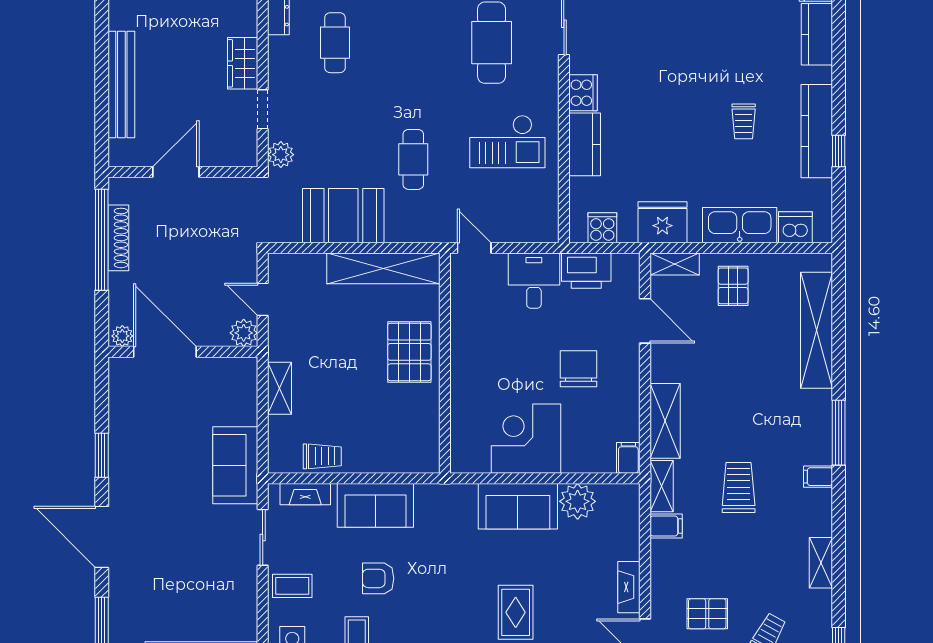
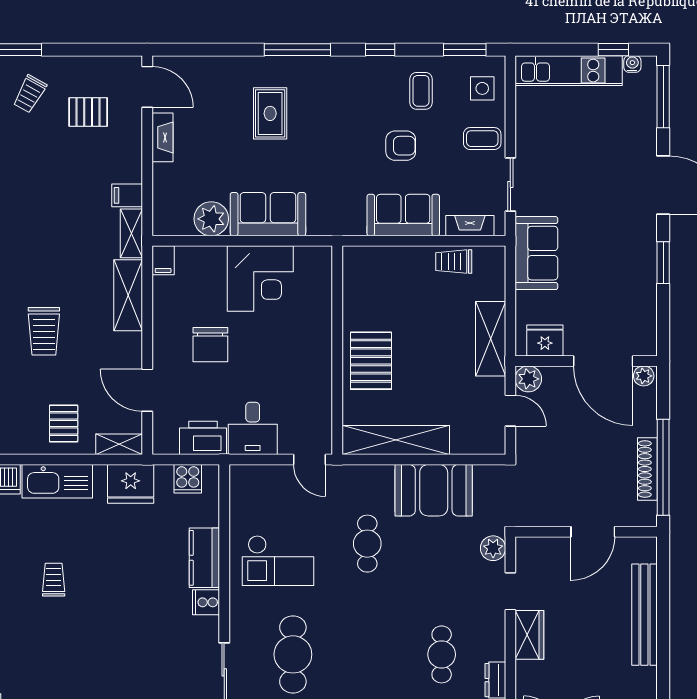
cooker: (583, 93) -> (206, 602), width x0.73
checkout: (507, 142) -> (278, 561), turned 180
fridge: (226, 373) -> (545, 341), added
shelving: (279, 388) -> (491, 339), width x1.50, depth x1.33
trolley: (739, 488) -> (44, 331), moved

